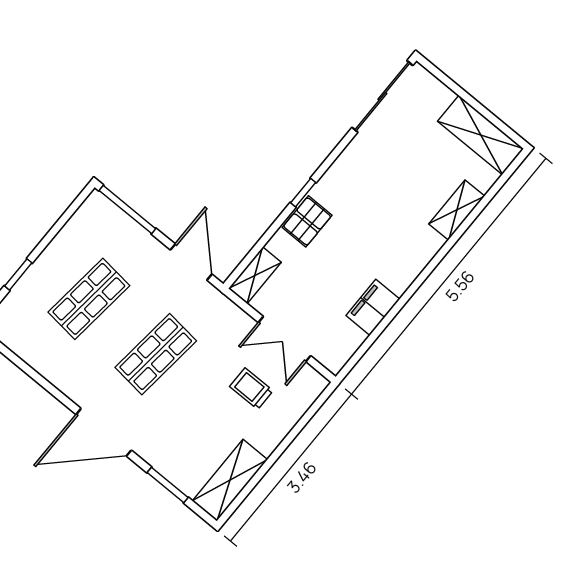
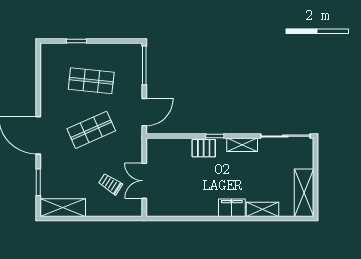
shelving: (255, 275) -> (242, 145), moved
filing cabinet: (373, 307) -> (232, 208), moved
shop shelf: (156, 354) -> (91, 130), turned -30
trolley: (251, 389) -> (111, 184), turned -57

